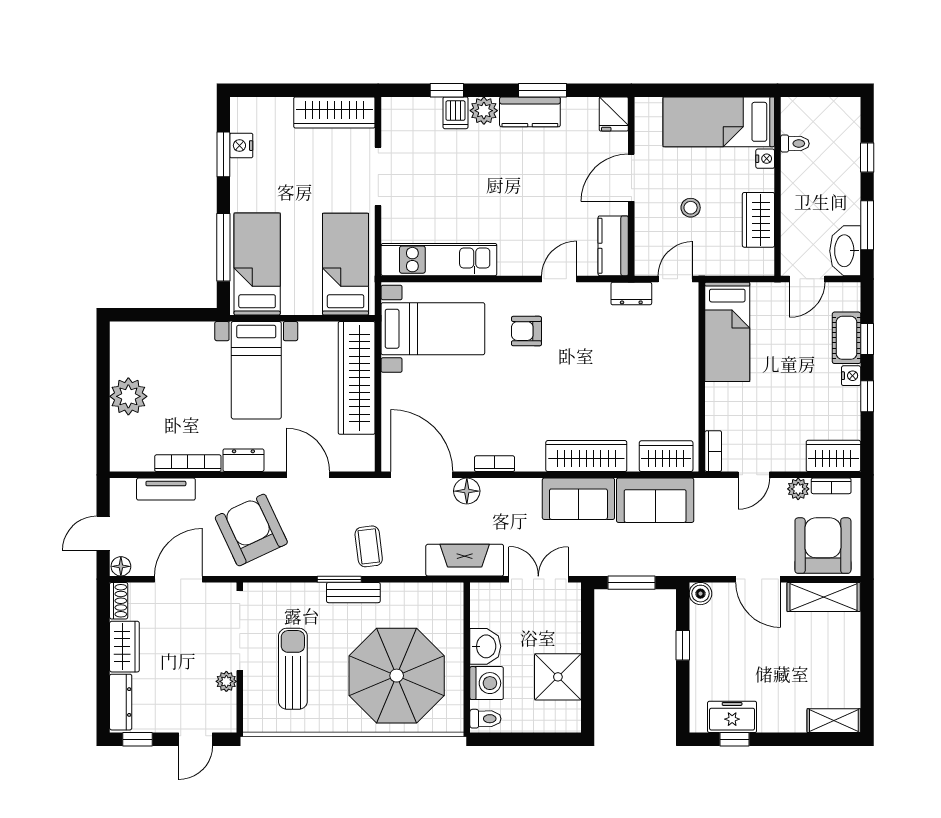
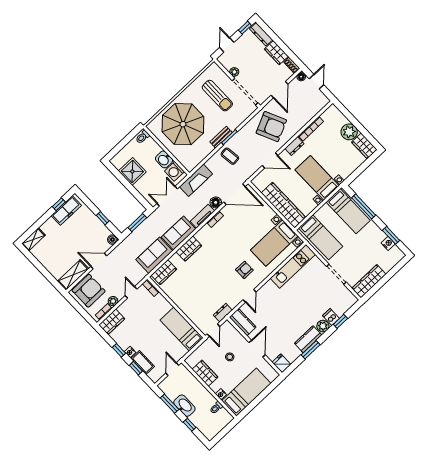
washbasin: (845, 251) -> (184, 406), moved
wardrobe: (125, 348) -> (364, 146), added
wardrobe: (586, 456) -> (189, 249), width x0.67
tv unit: (166, 489) -> (202, 216), moved
armchair: (823, 546) -> (89, 291), turned -90
double door: (538, 579) -> (167, 196), swing flipped
washing machine: (487, 683) -> (174, 171), moved
freezer: (732, 717) -> (66, 210), width x1.40

